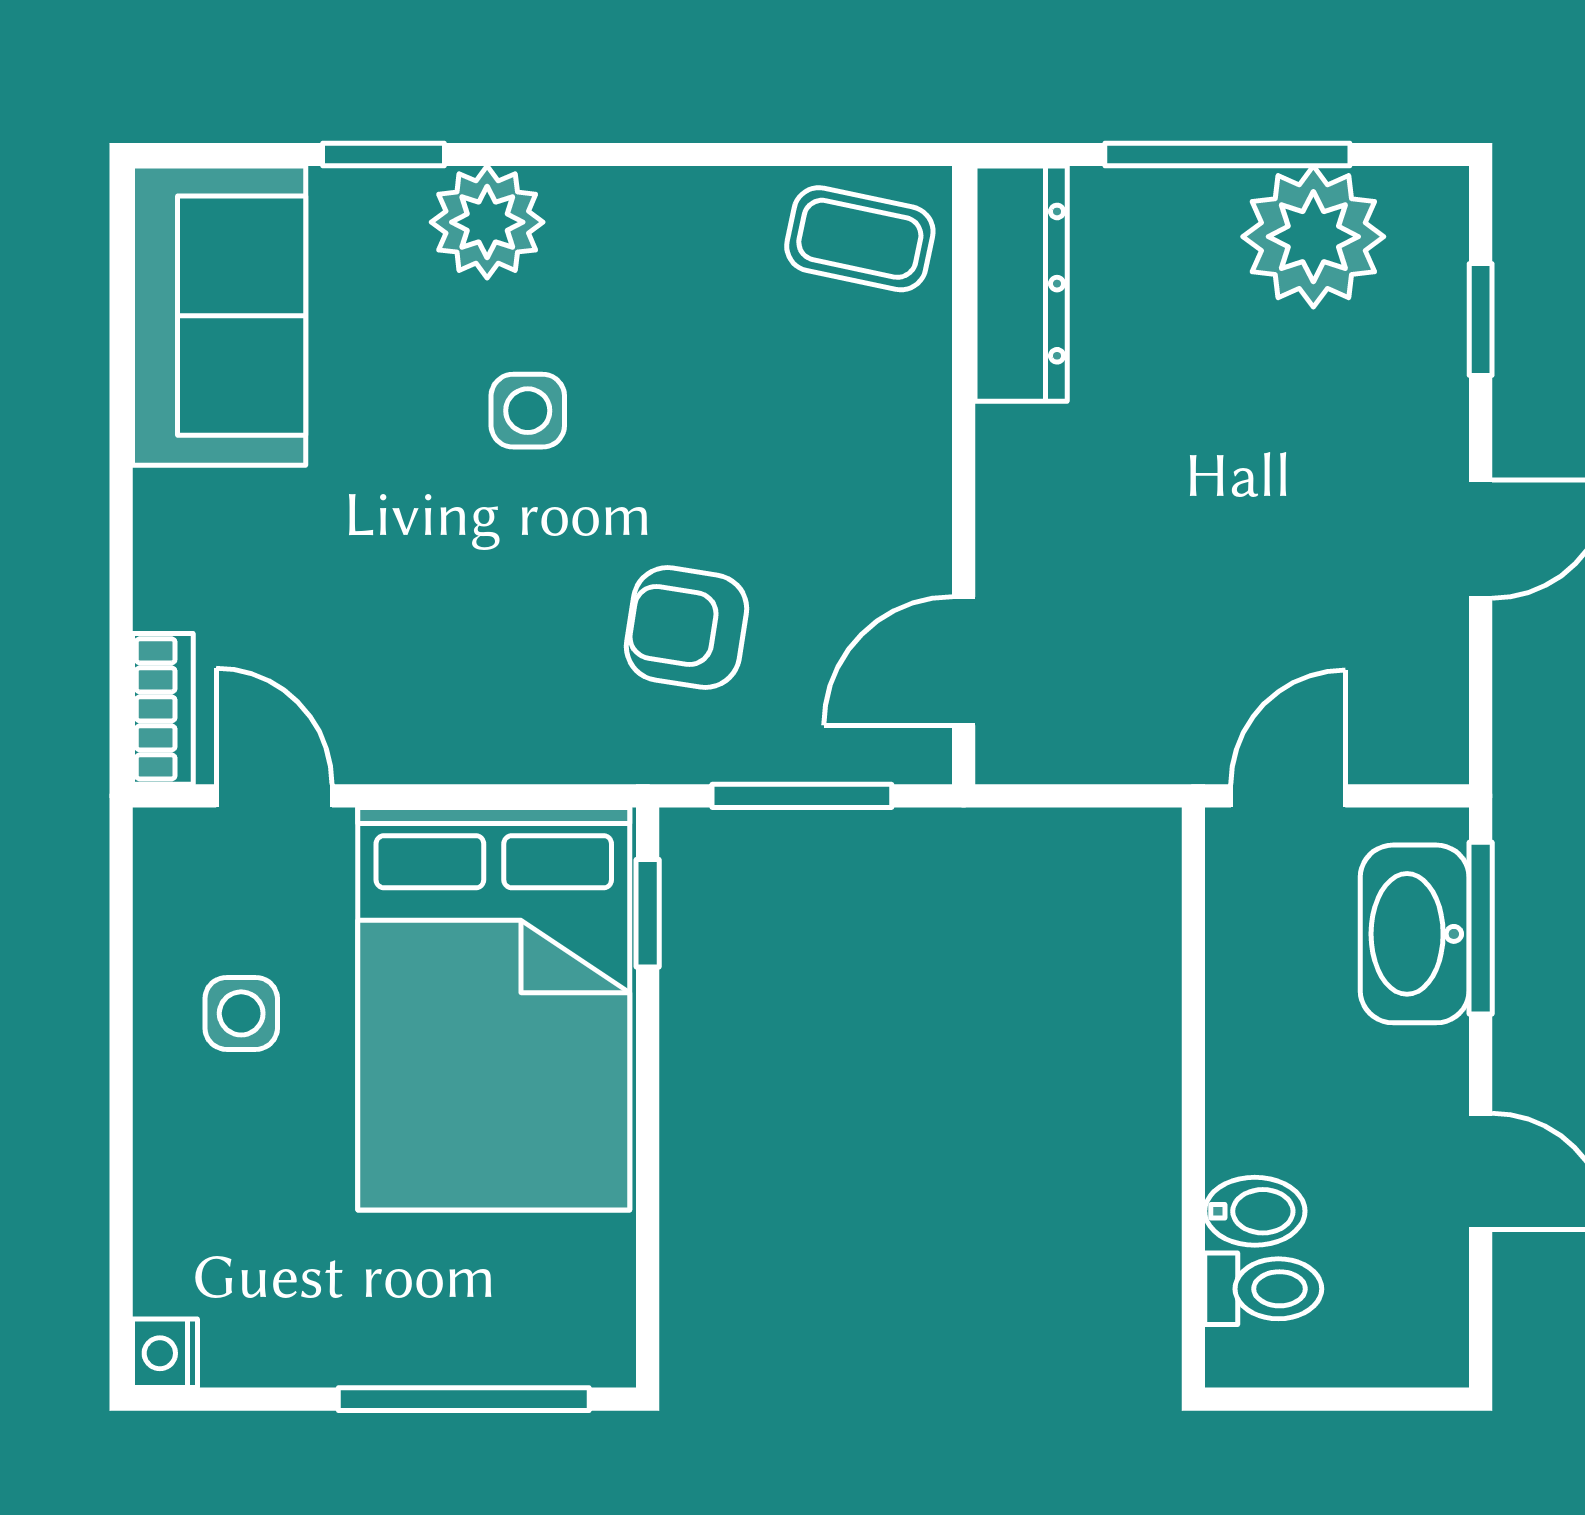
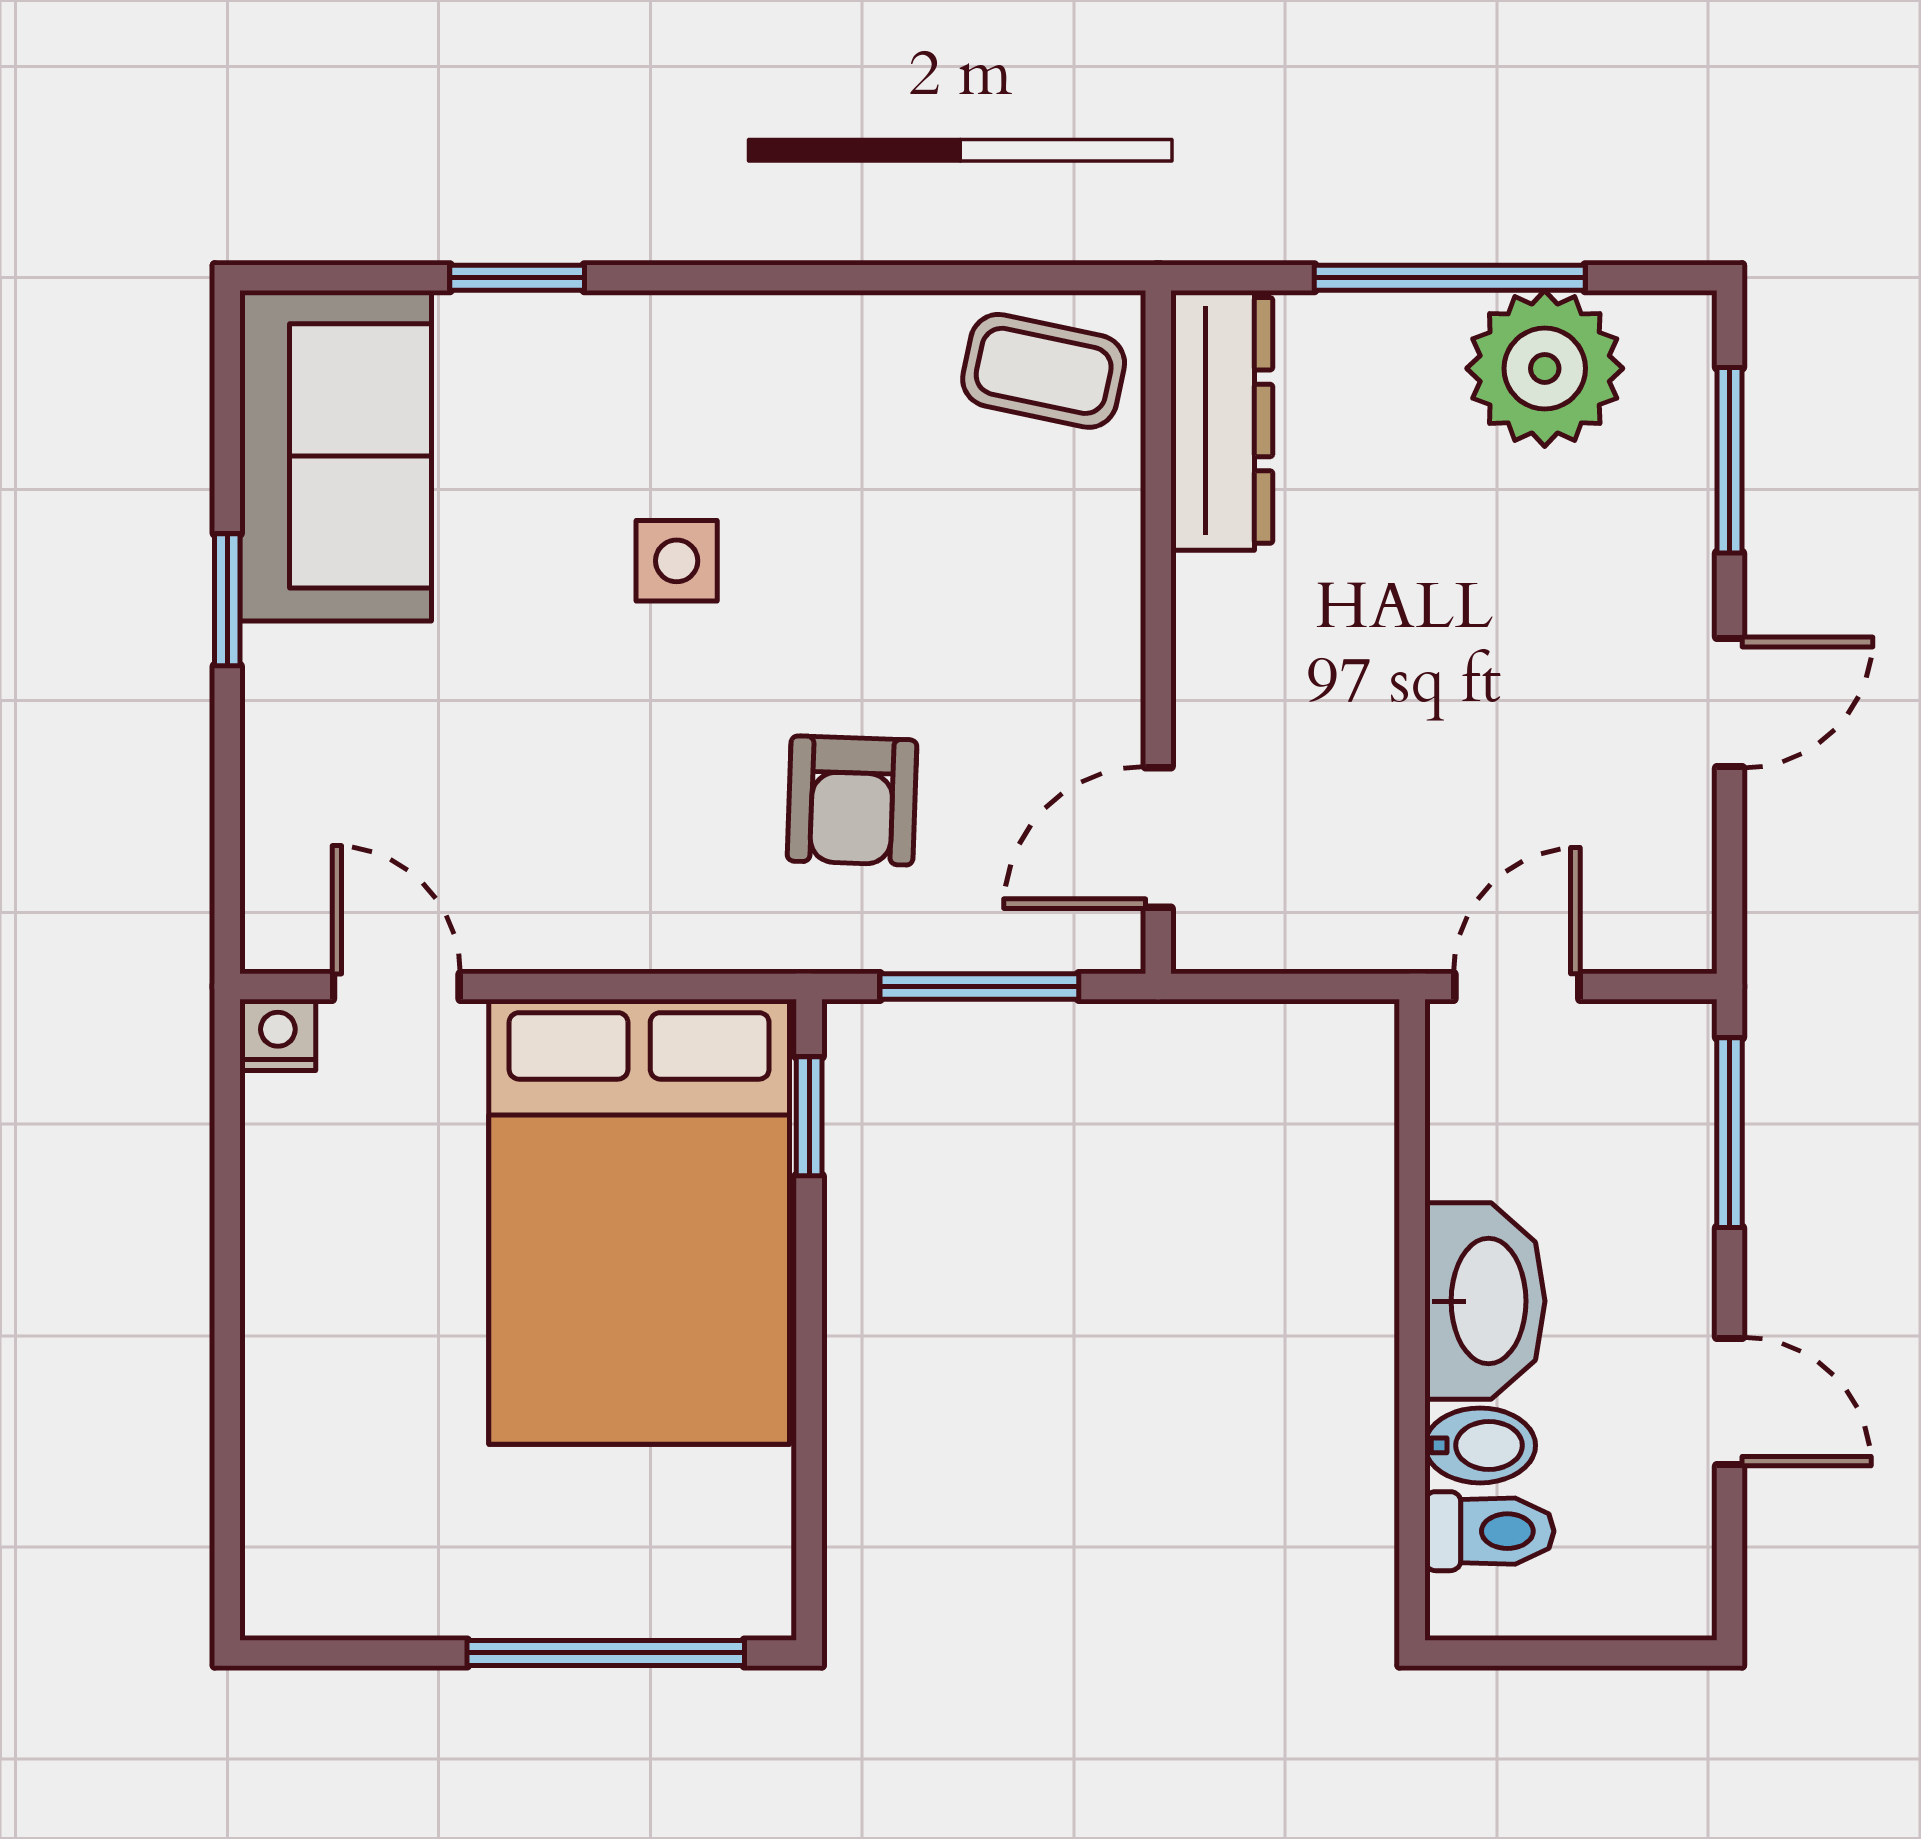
plant: (487, 222) -> (632, 352), removed
window: (1481, 320) -> (1729, 460), width x1.50
window: (121, 446) -> (227, 600), added
armchair: (686, 628) -> (852, 800), turned -97
bookcase: (163, 709) -> (273, 890), removed
washbasin: (1415, 934) -> (1485, 1301), moved, turned 180
side table: (241, 1013) -> (360, 1227), removed
nightstand: (165, 1353) -> (278, 1035), moved, turned 90

